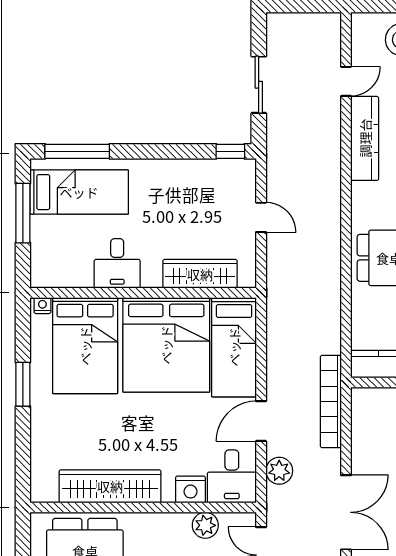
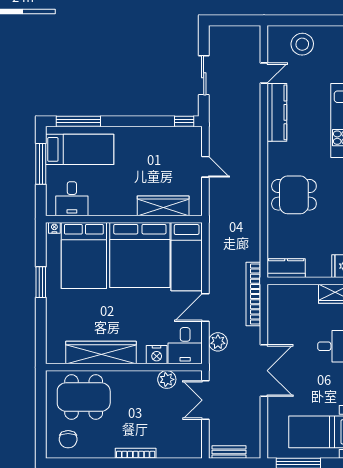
desk: (117, 263) -> (72, 199), moved

